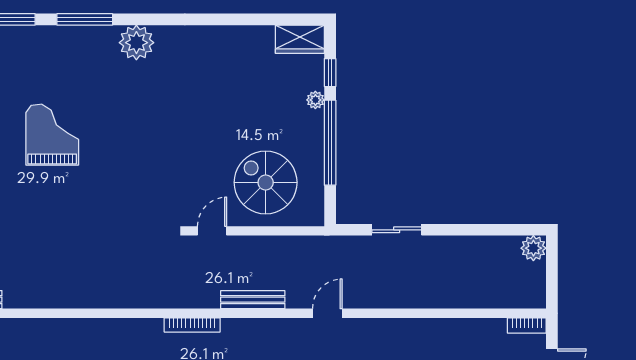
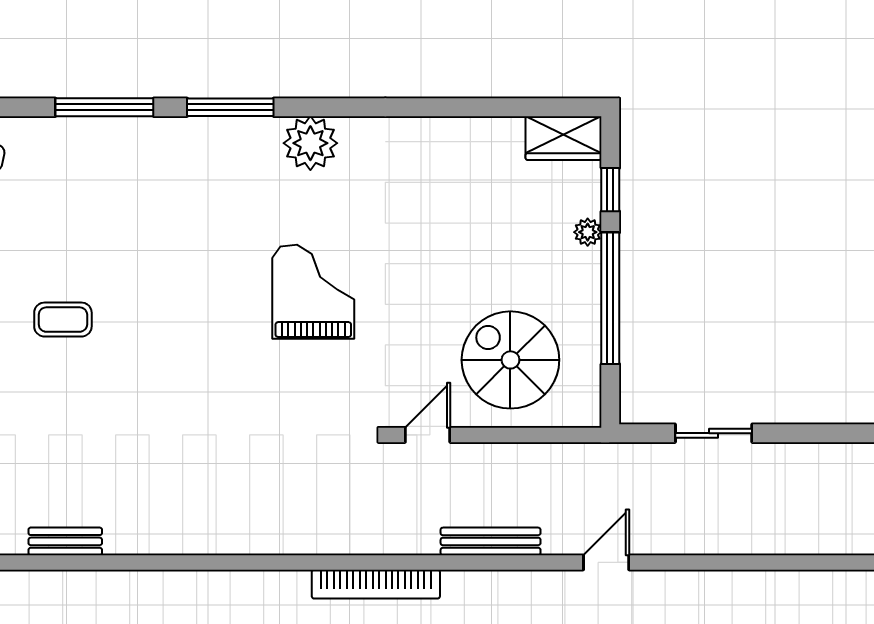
grand piano: (52, 135) -> (313, 292), moved
bookcase: (192, 325) -> (376, 584), width x1.48, depth x1.31

